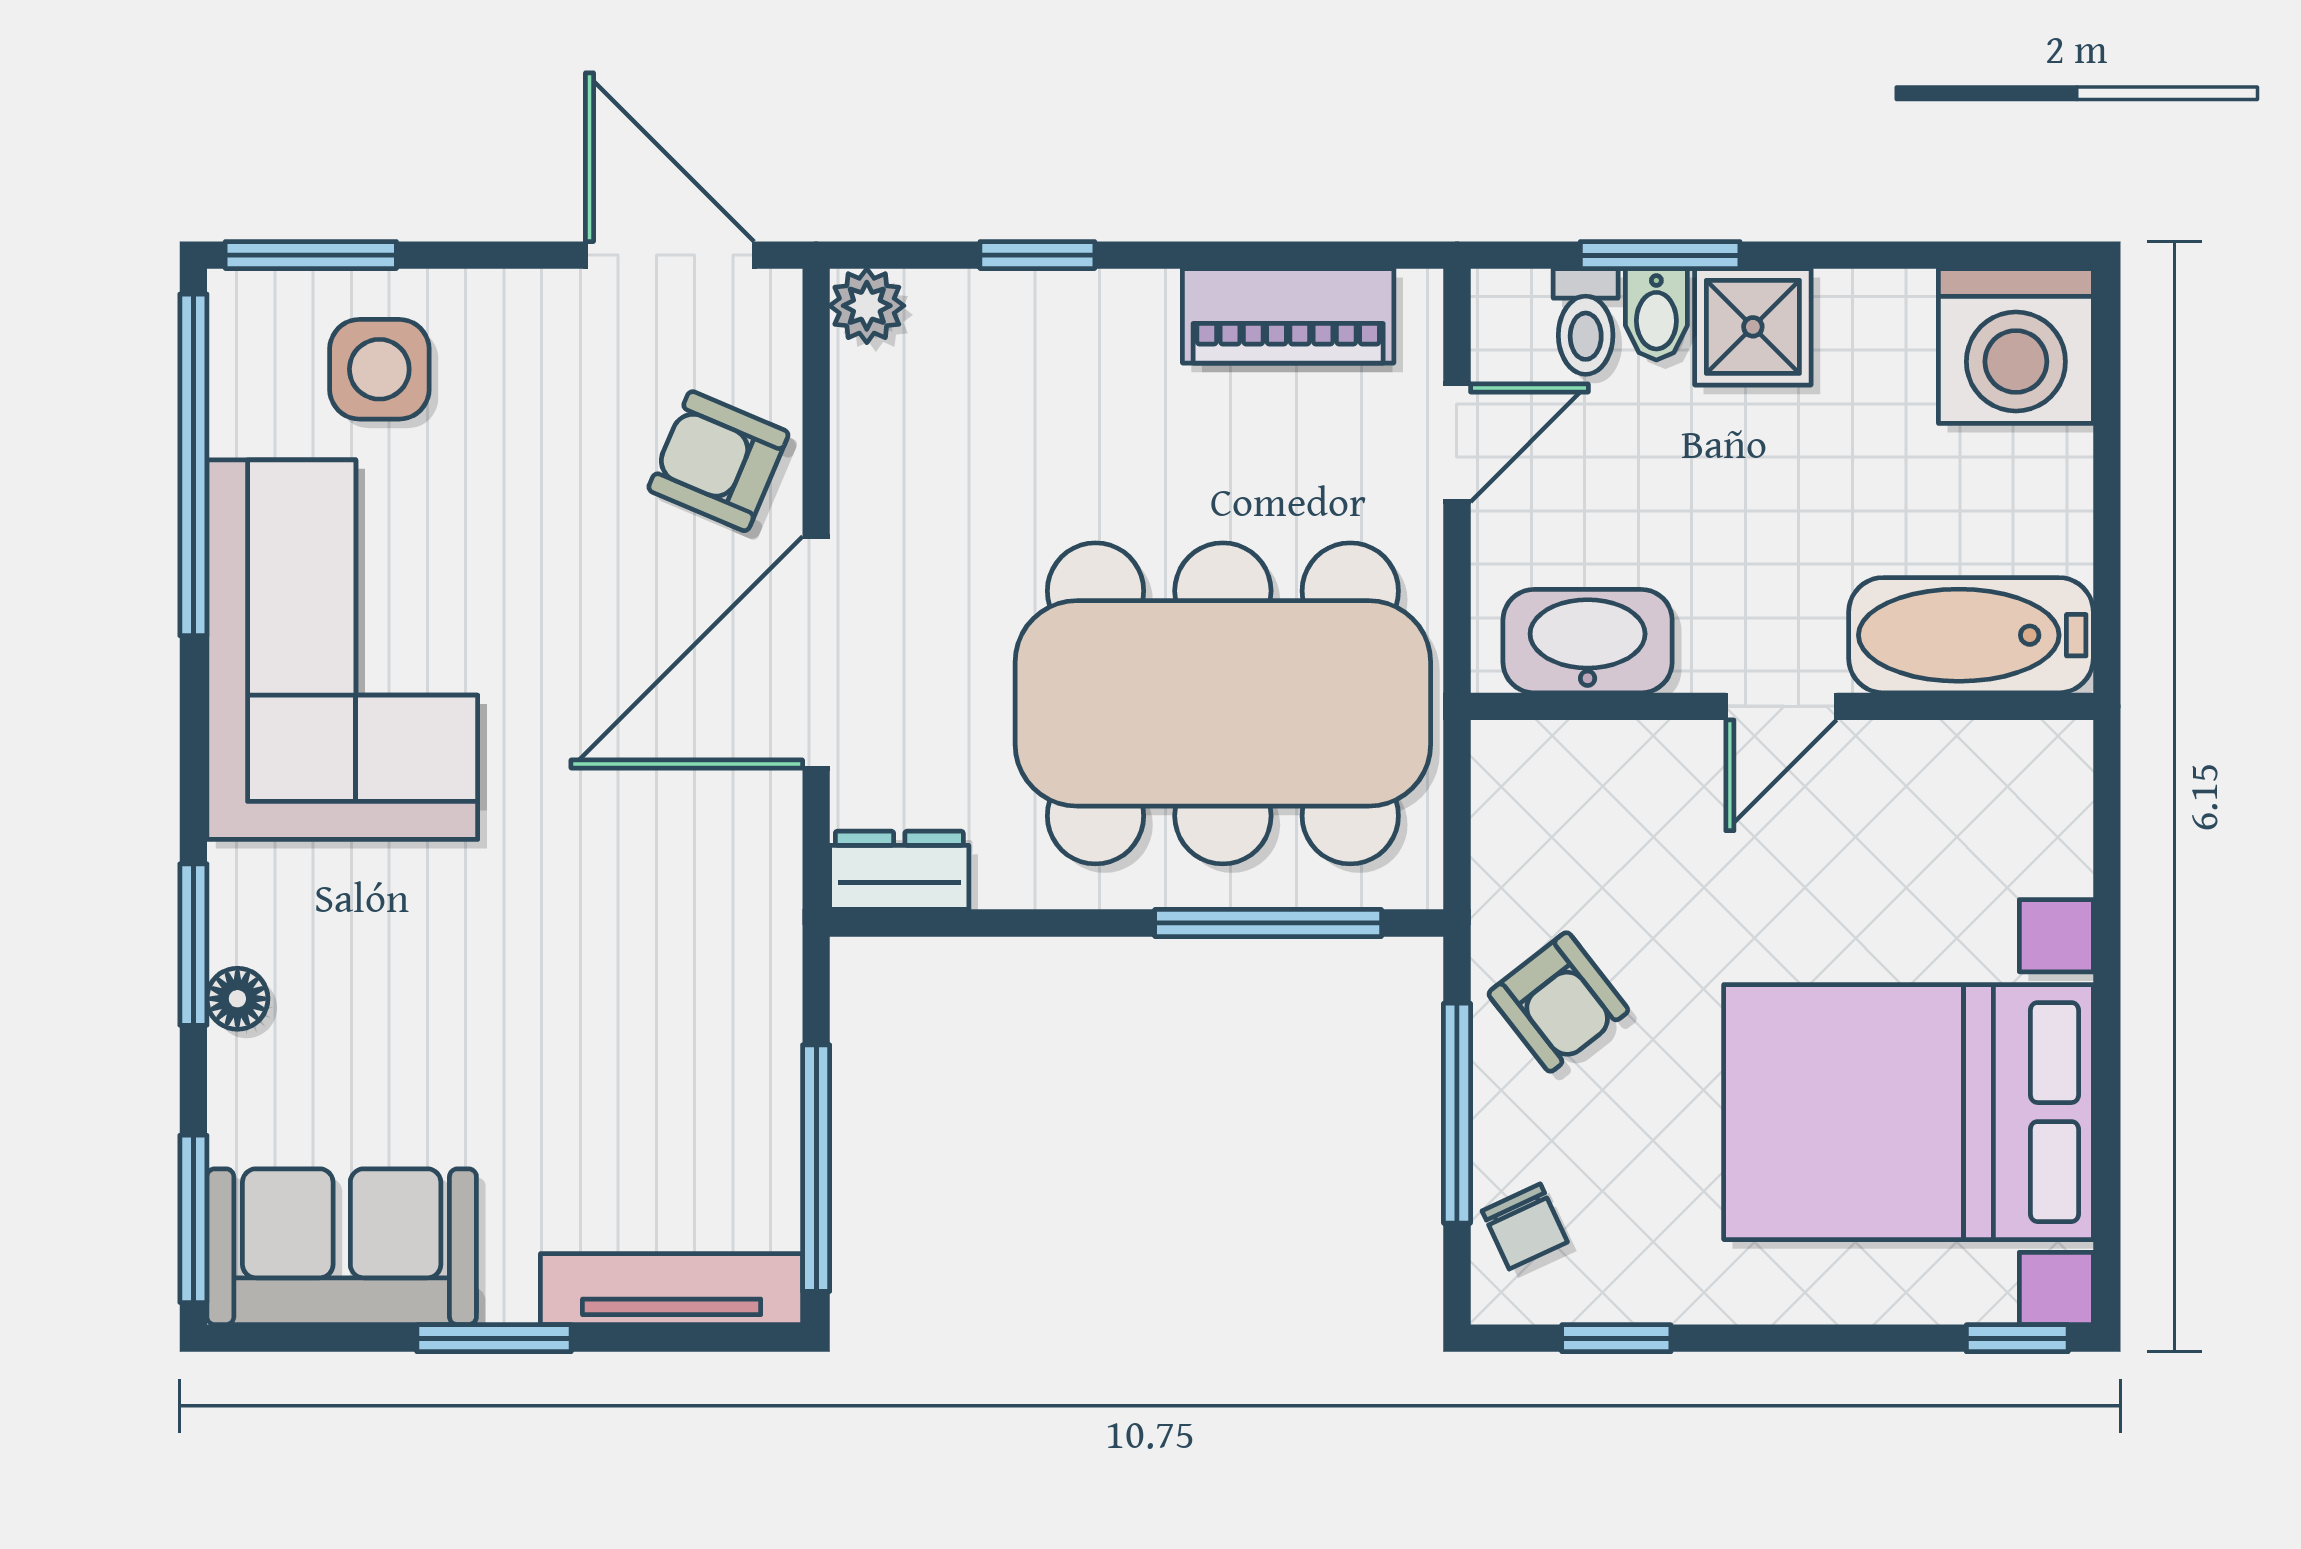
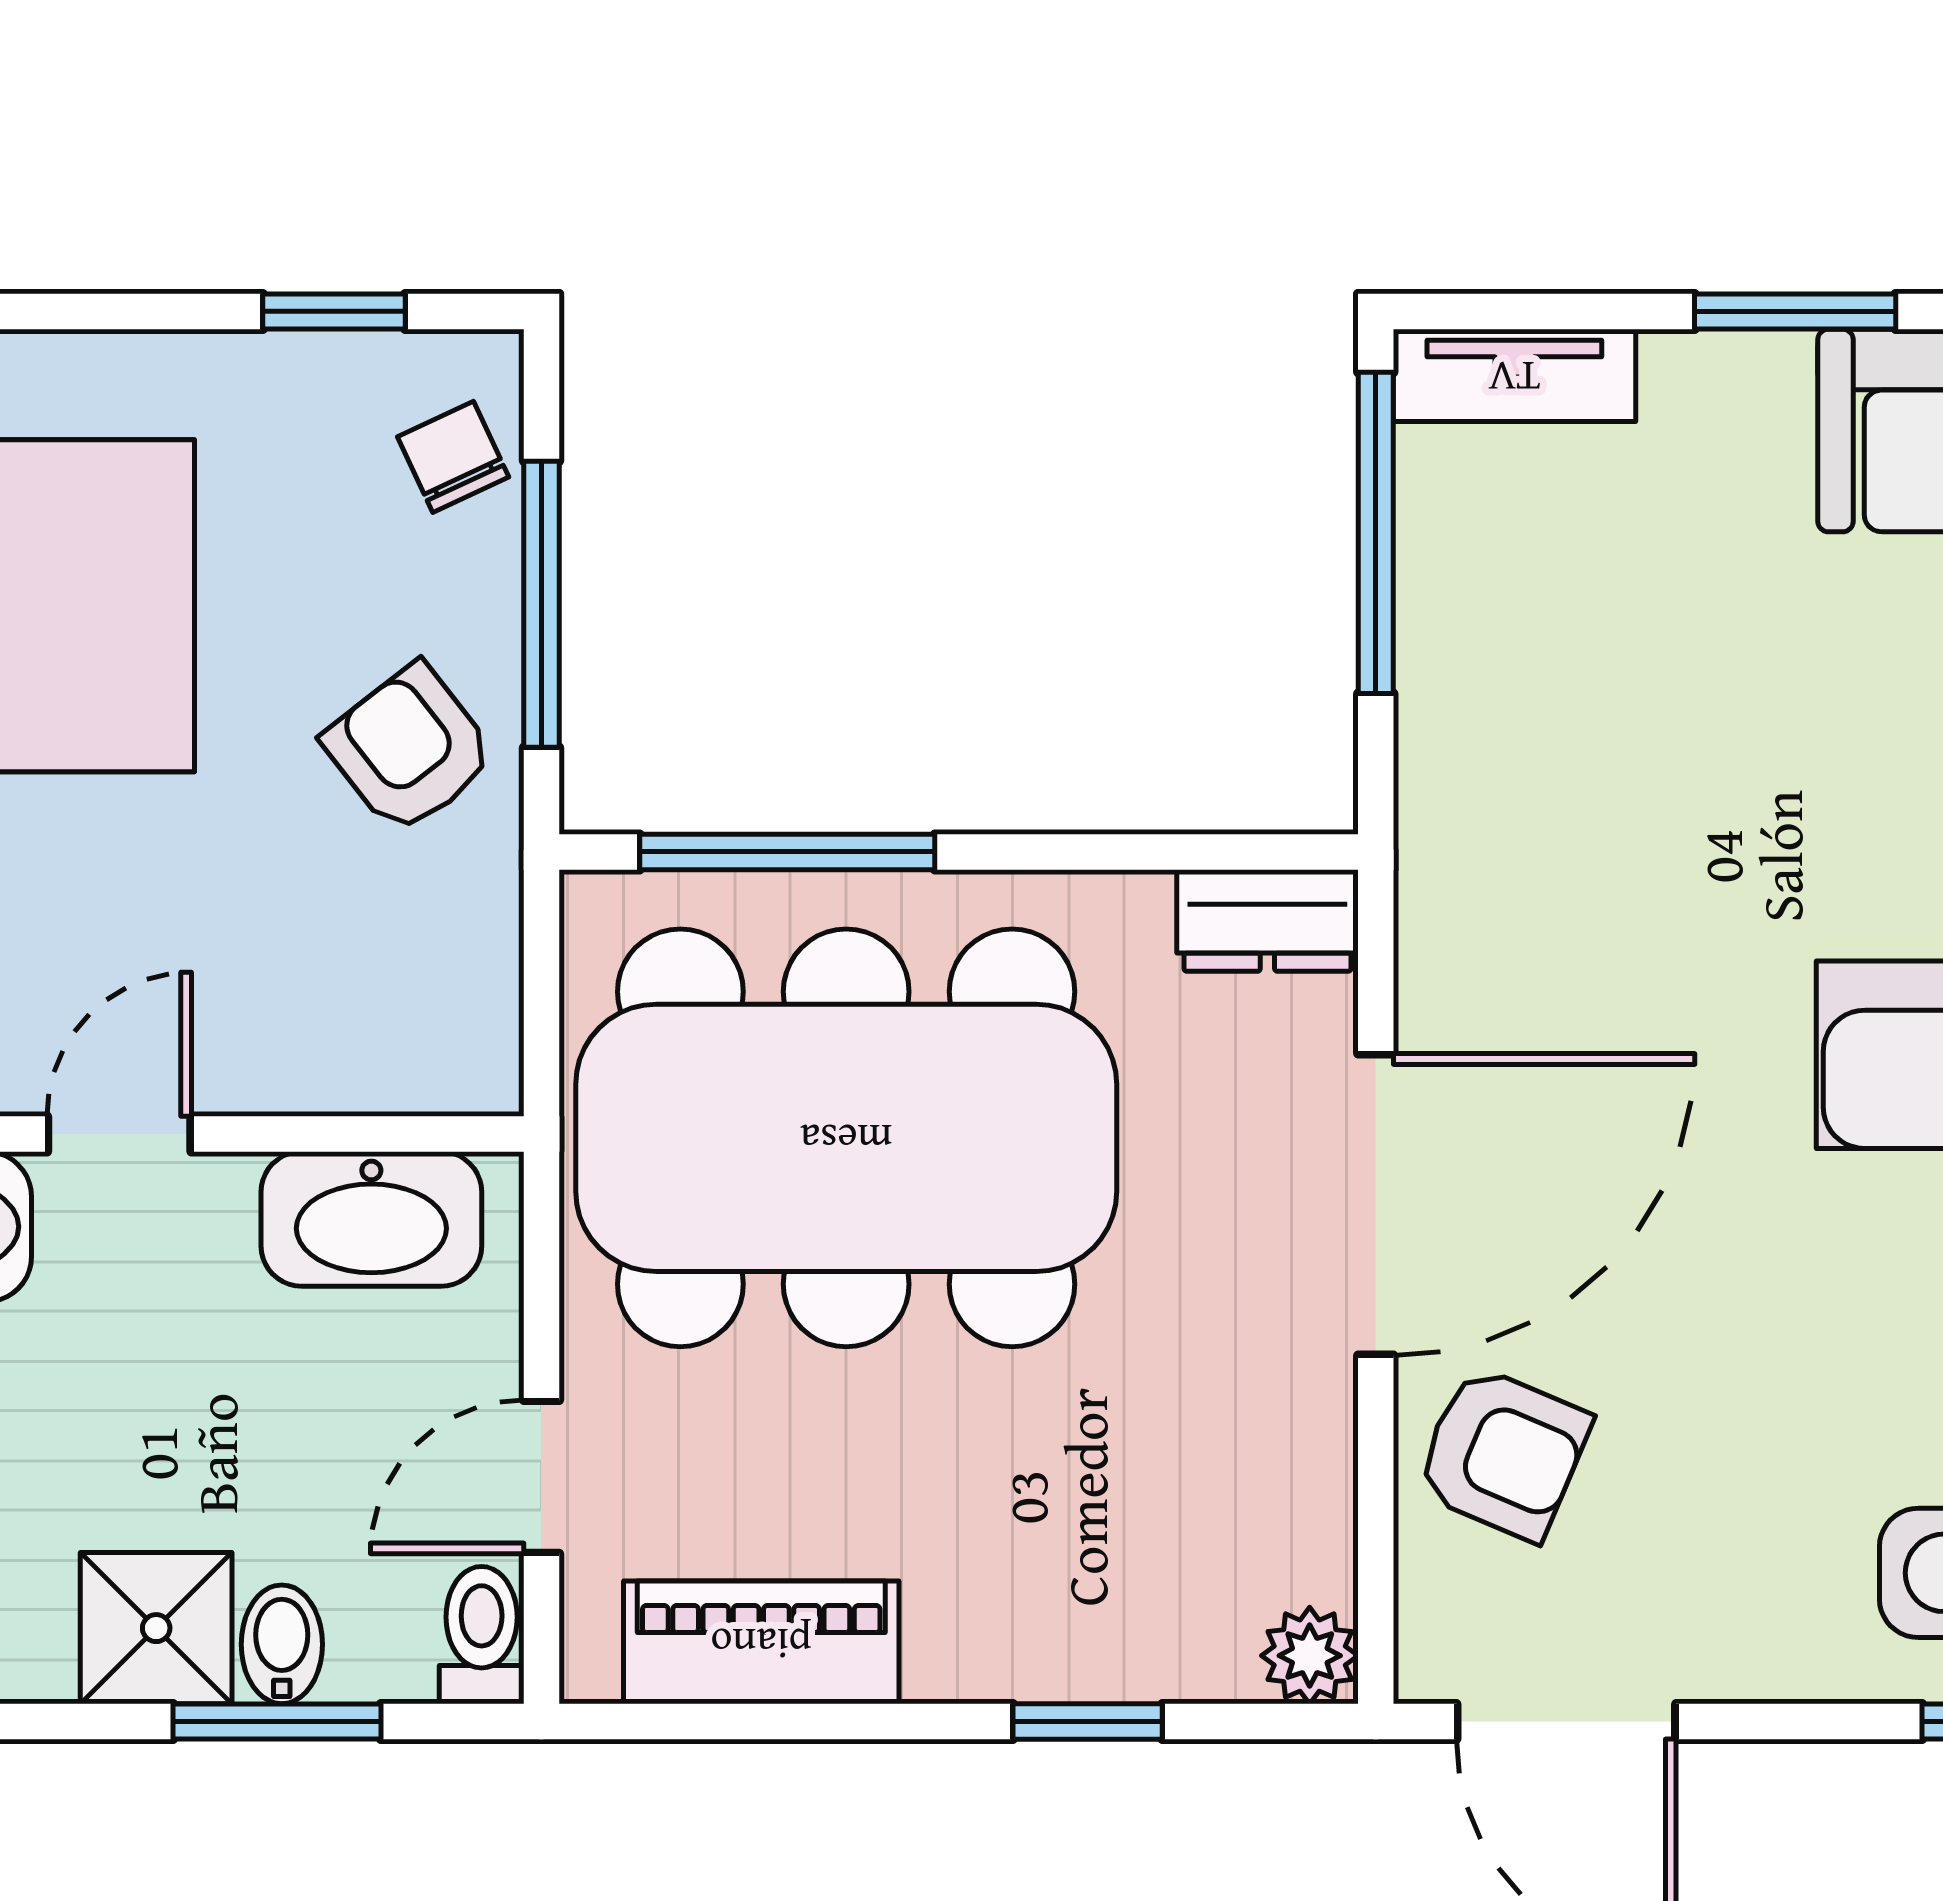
toilet: (1586, 321) -> (482, 1635), moved
tv unit: (672, 1289) -> (1514, 375), width x0.71

